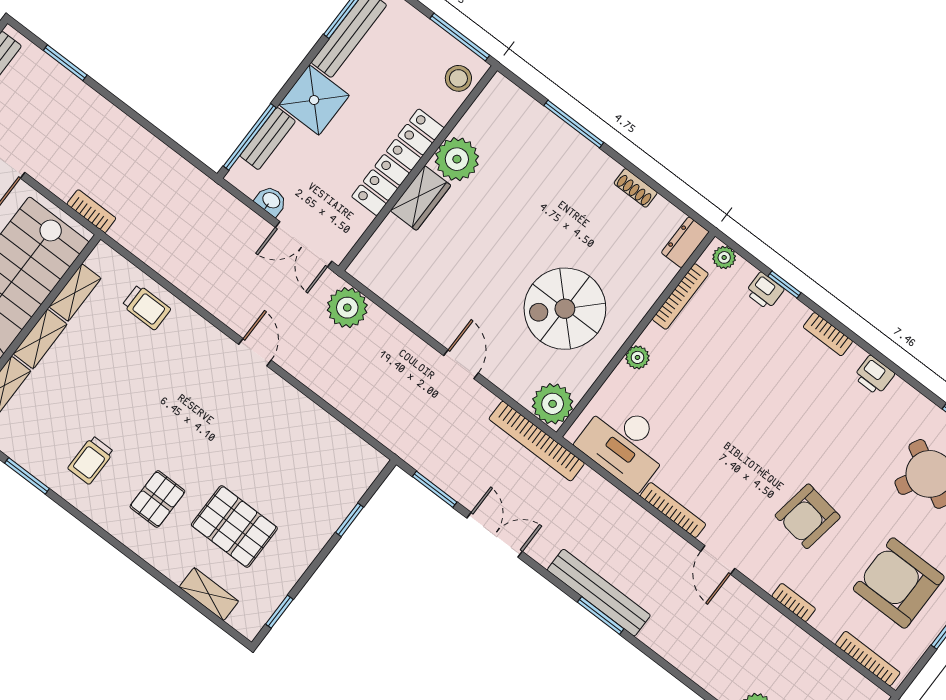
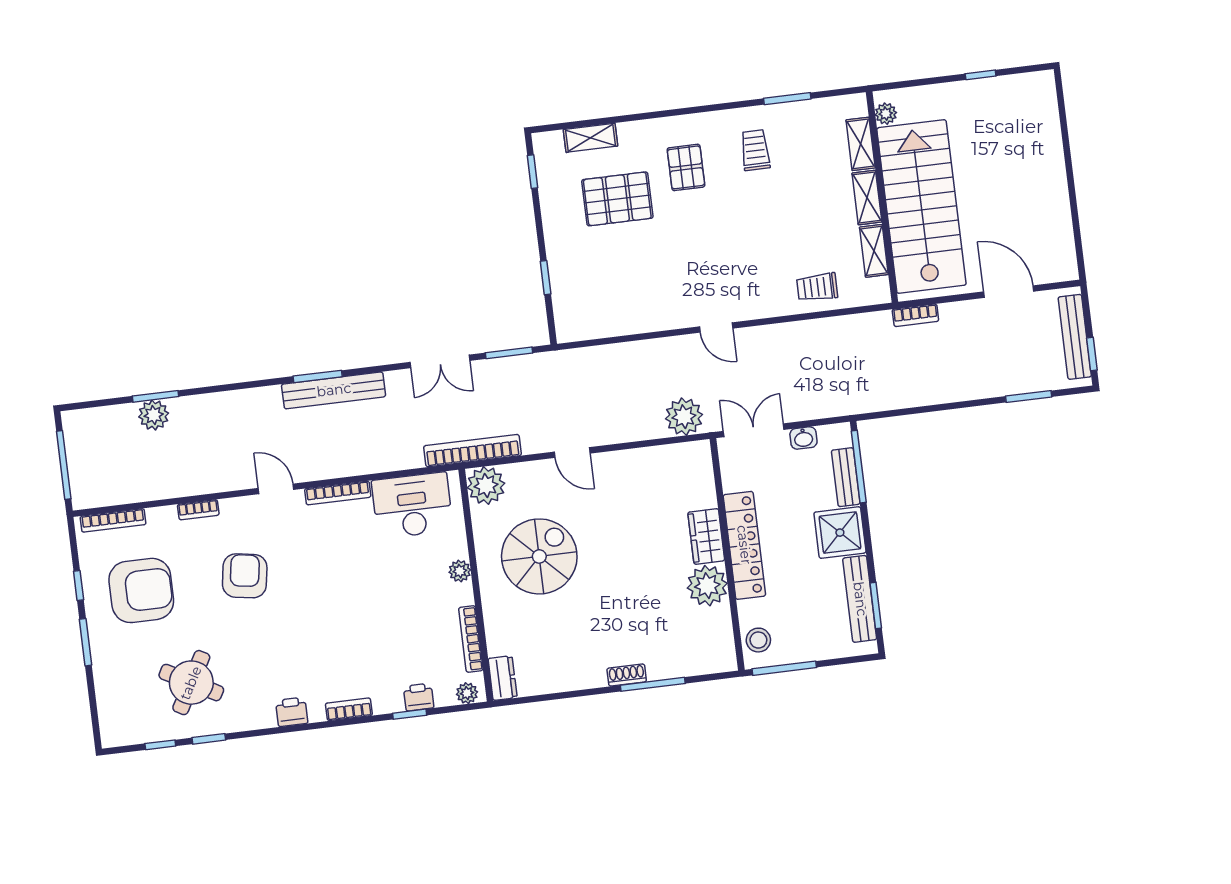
shoe rack: (636, 188) -> (627, 675), moved

